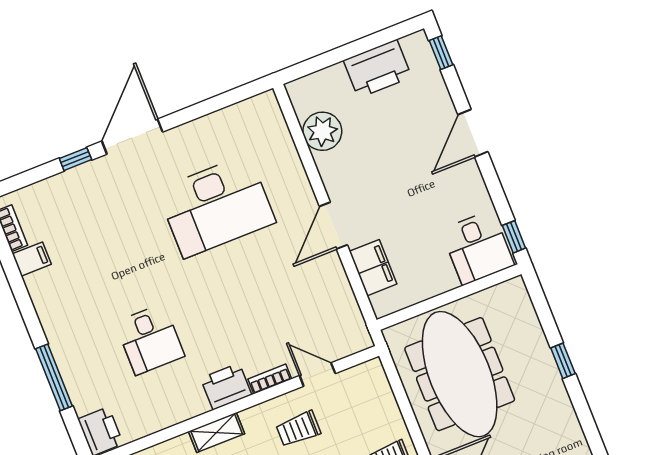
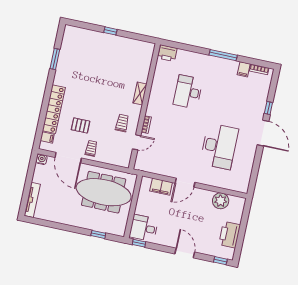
desk: (216, 206) -> (219, 146), turned 180
door: (333, 226) -> (185, 183), swing flipped
desk: (150, 339) -> (188, 92), width x1.37
window: (563, 361) -> (98, 234), moved
window: (54, 377) -> (223, 55), moved
printer: (226, 386) -> (154, 108), removed

